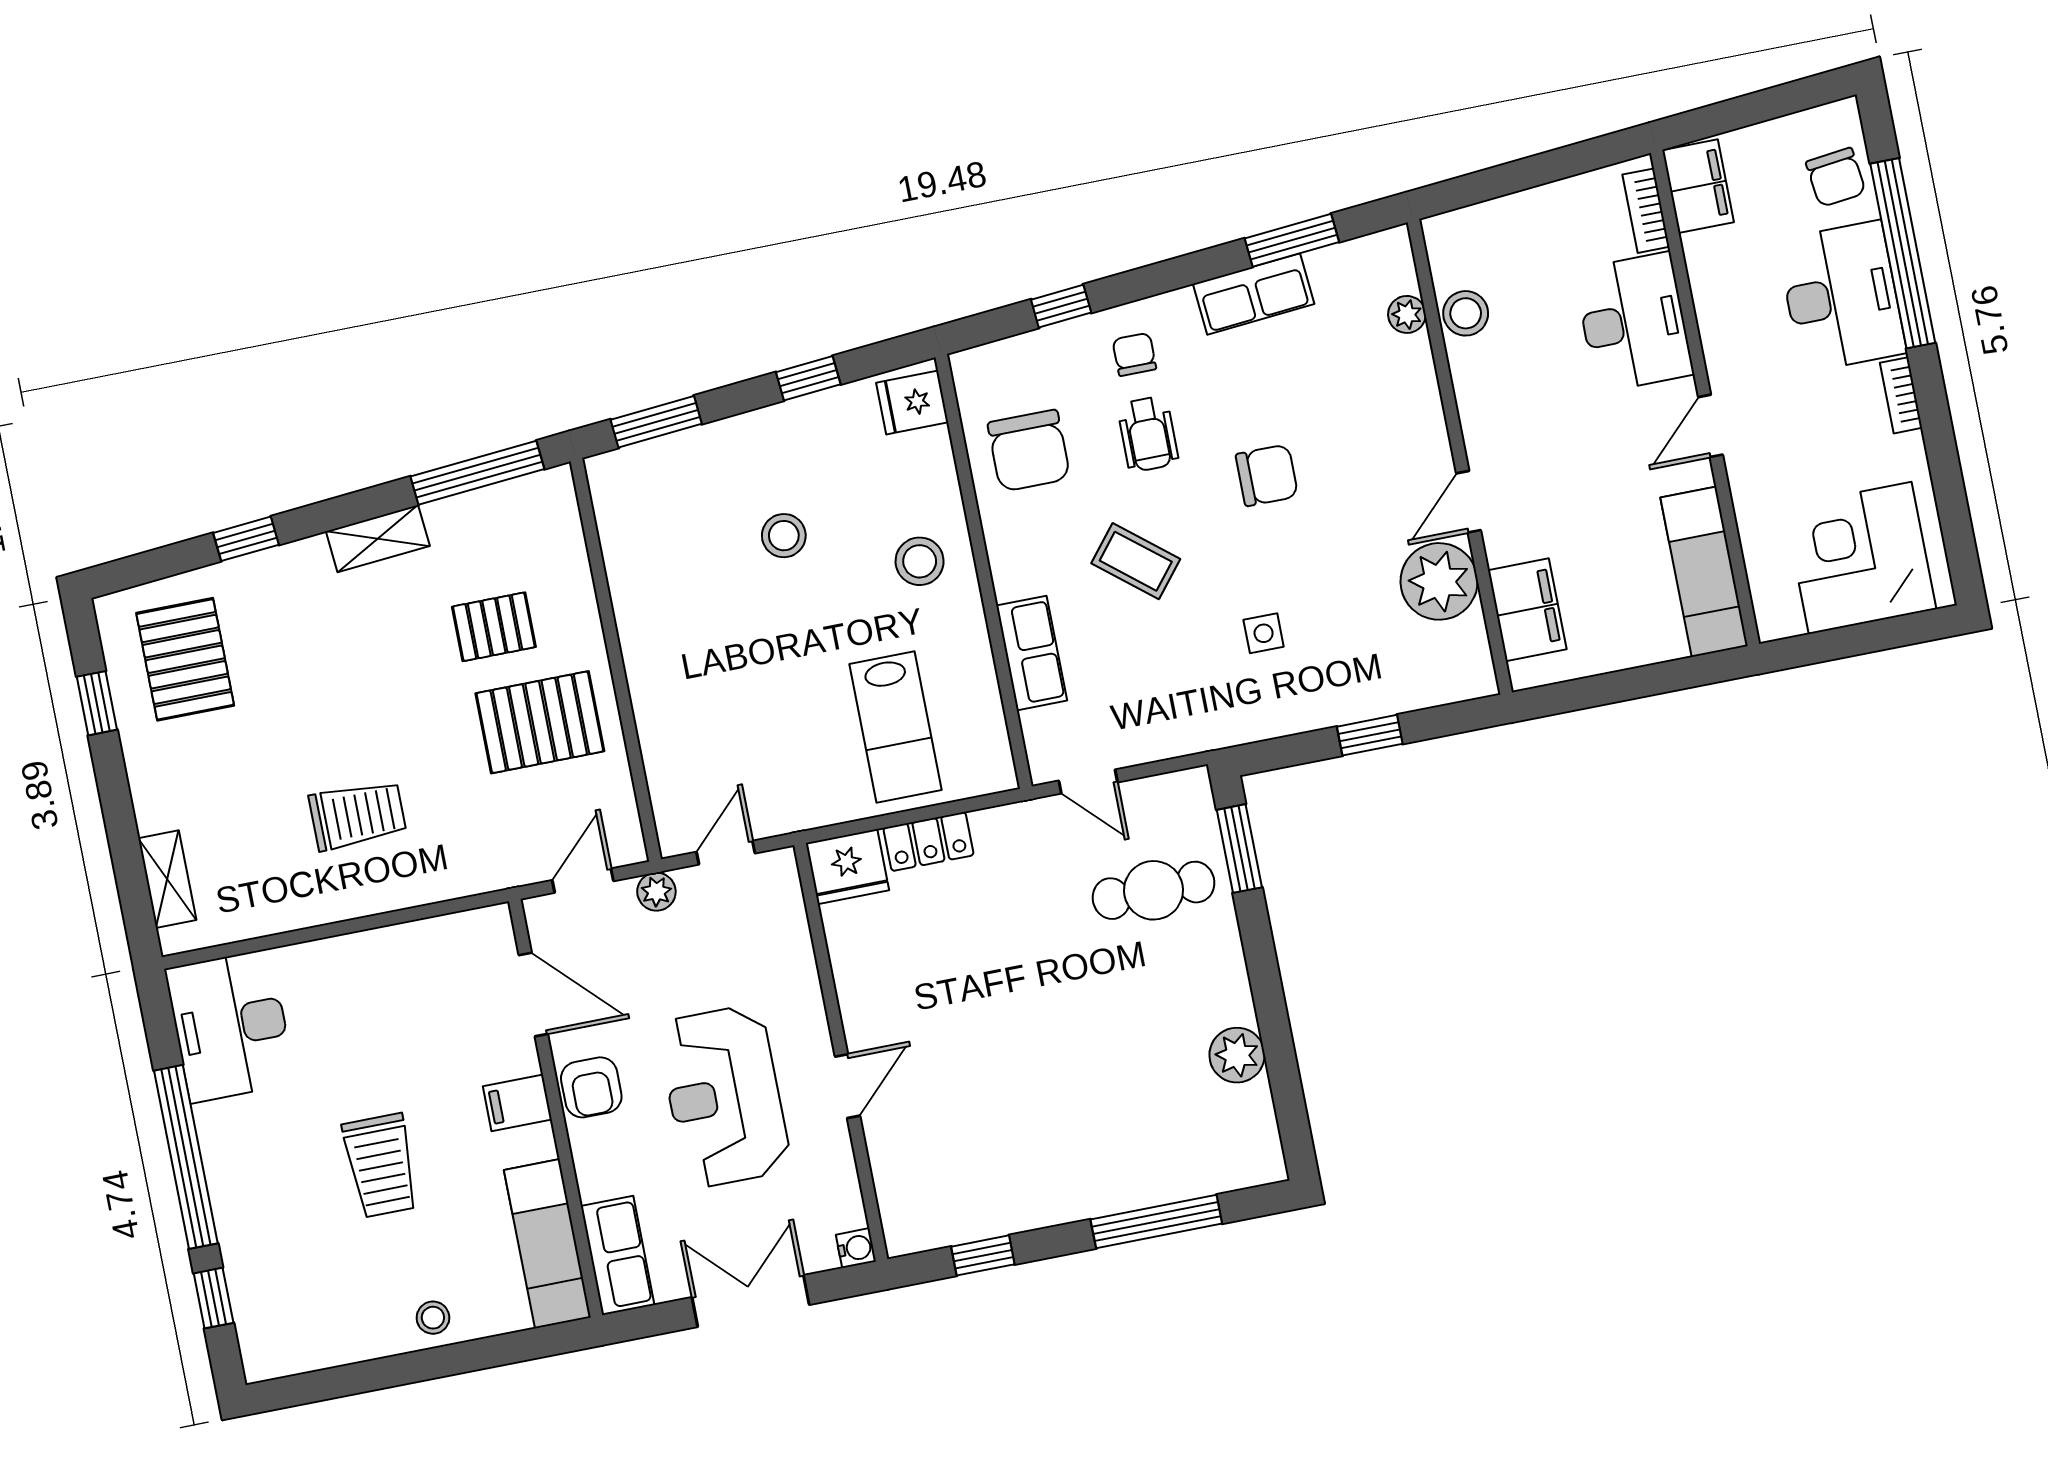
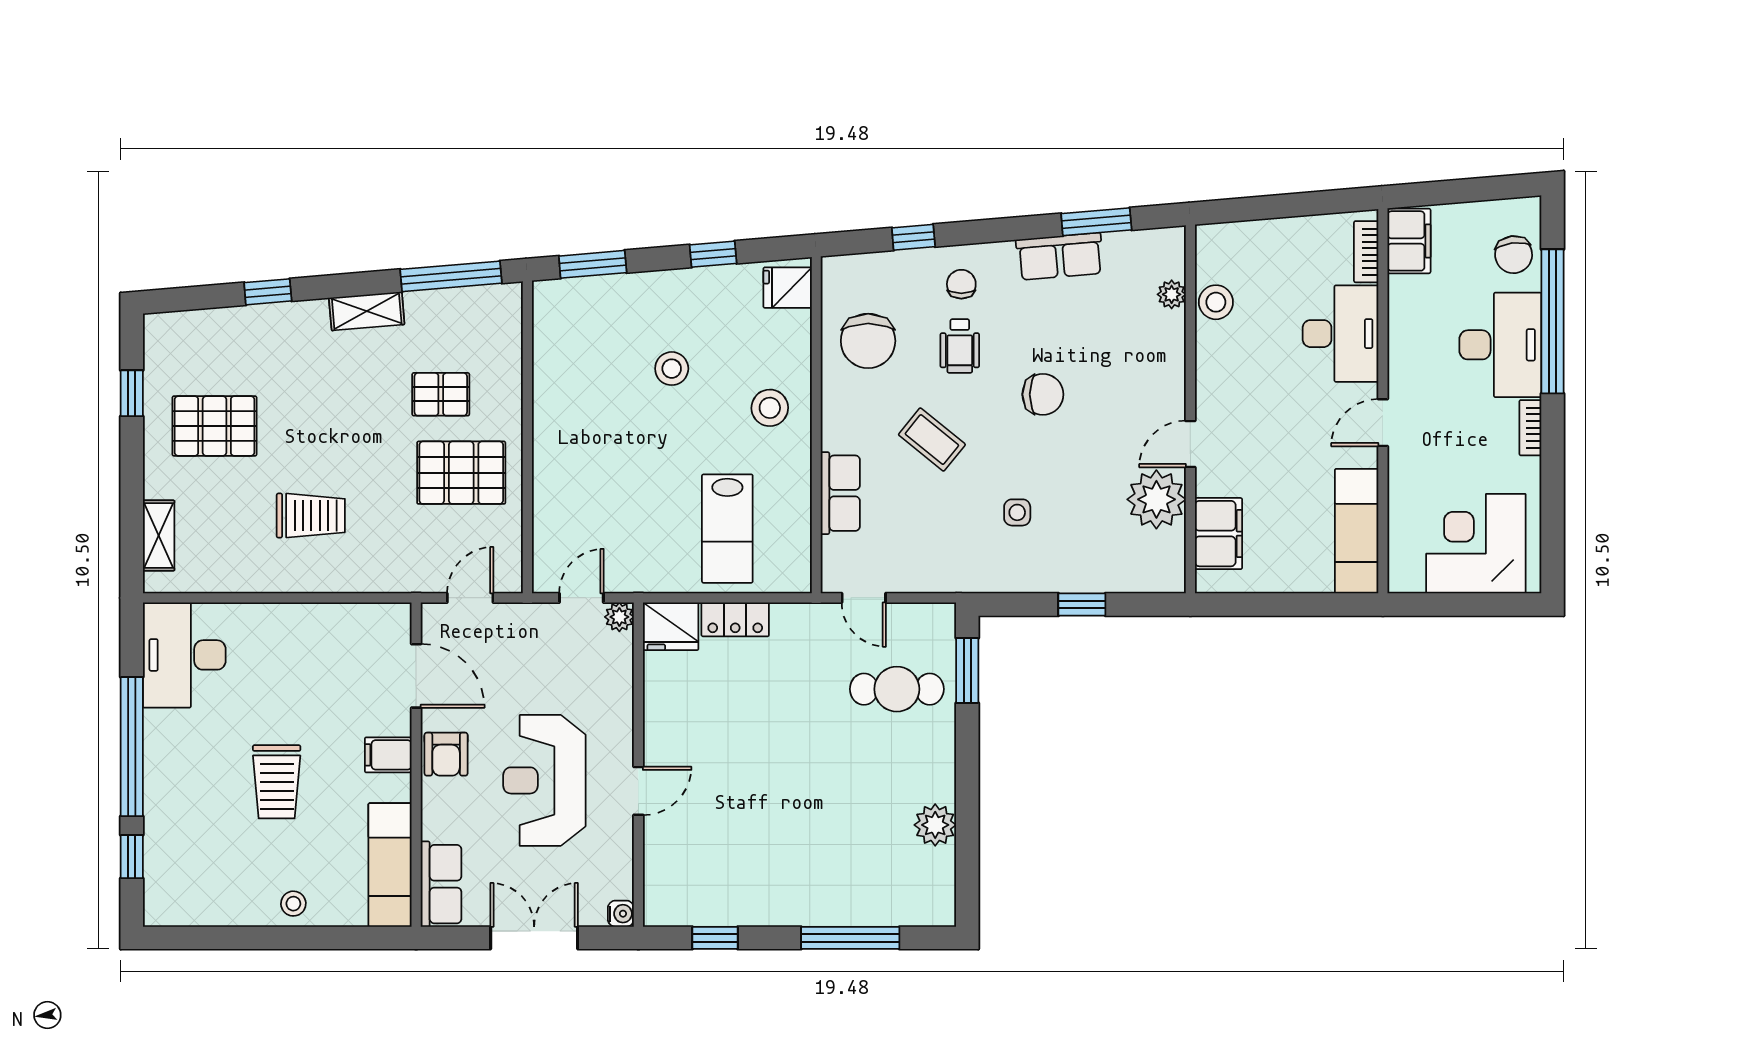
pallet: (185, 659) -> (215, 426), moved, turned 90
plant: (656, 892) -> (619, 617), moved

